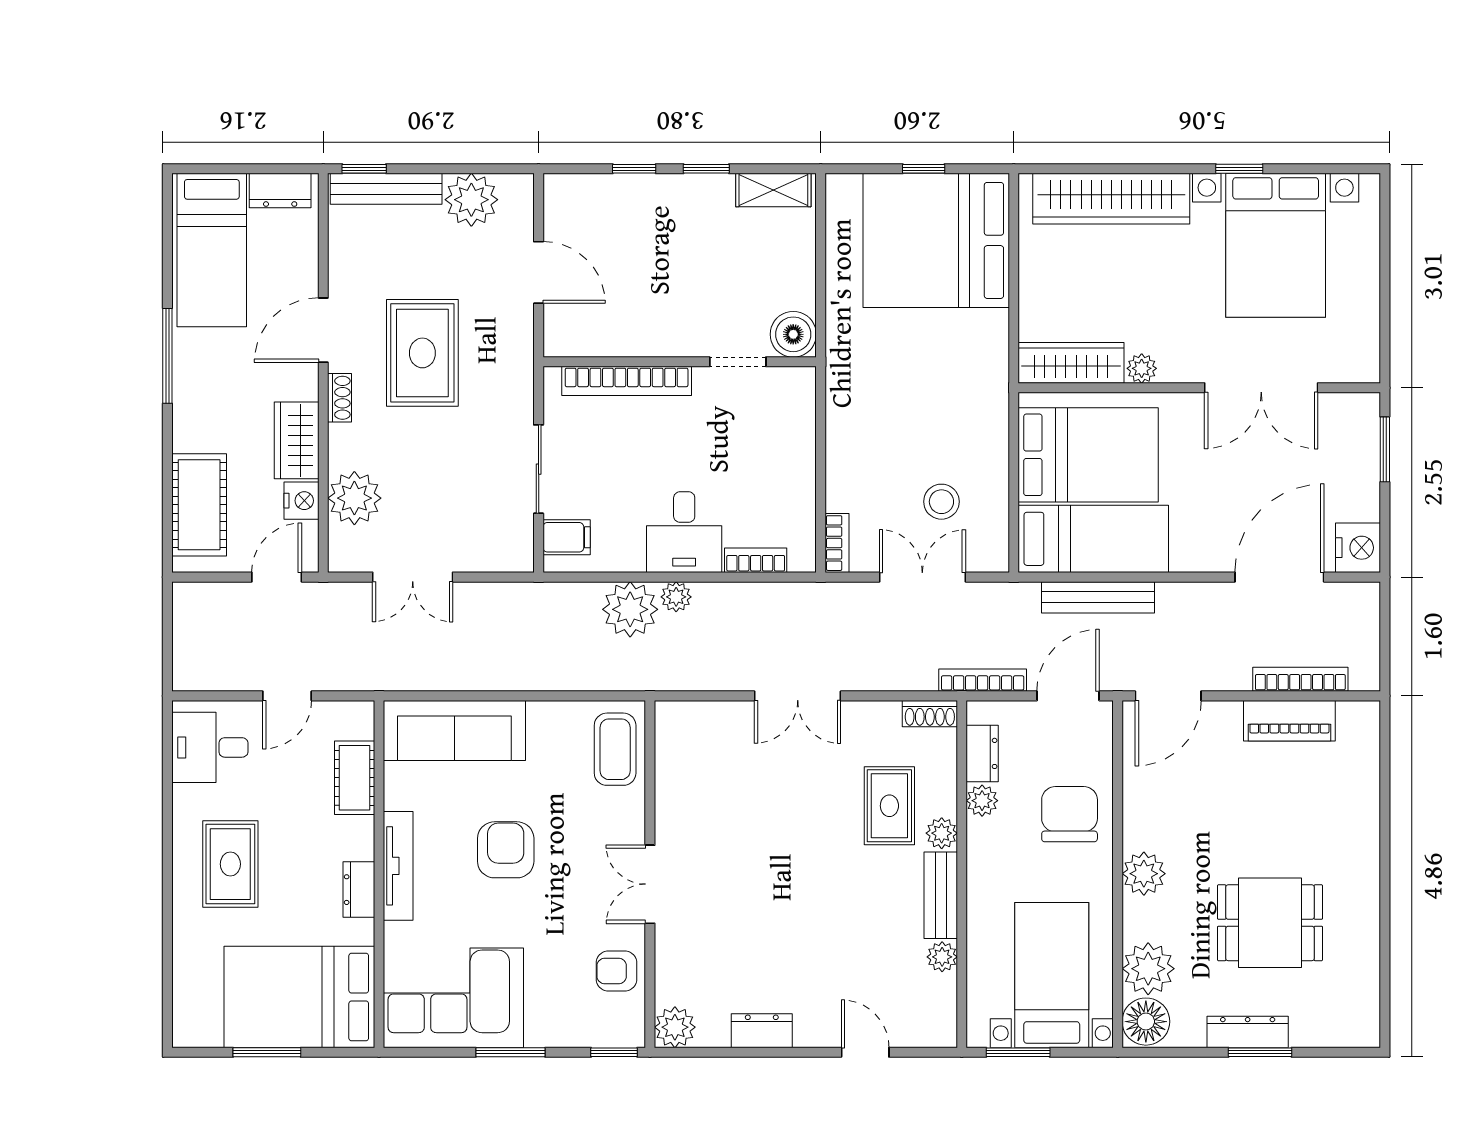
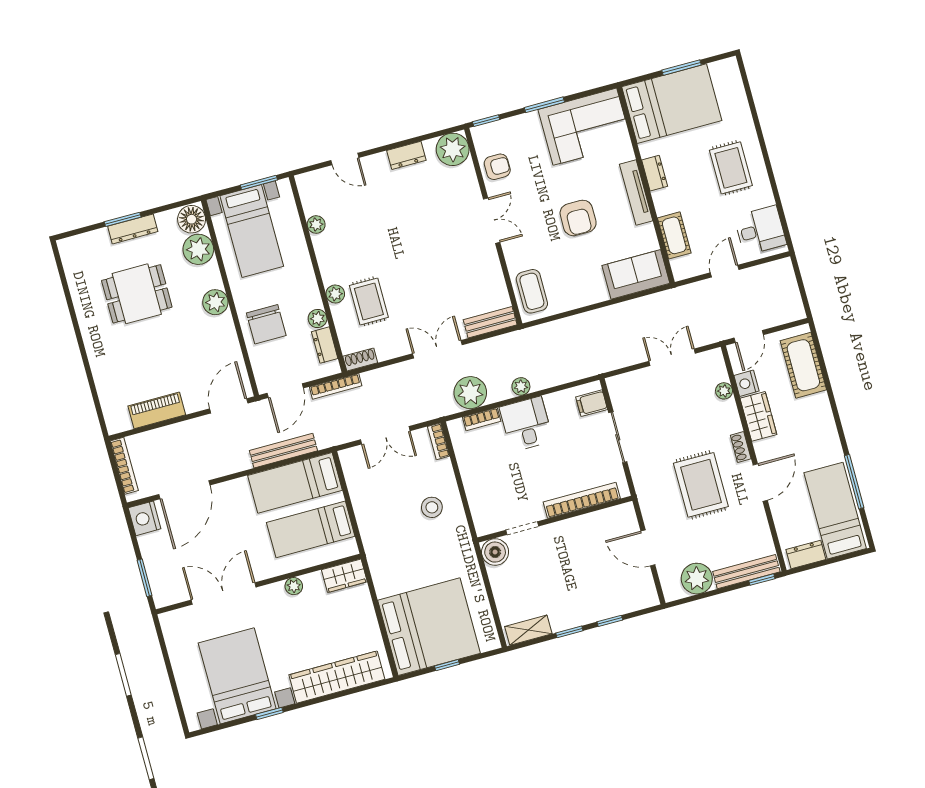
window: (167, 356) -> (854, 482), moved
wardrobe: (1071, 363) -> (344, 576), width x0.67
bed: (1088, 455) -> (311, 529), width x0.67
plant: (354, 498) -> (724, 391), width x0.53, depth x0.53
stool: (941, 502) -> (432, 507), moved
plant: (630, 609) -> (470, 393), moved
bookcase: (1300, 679) -> (124, 466), moved, turned -90
sofa: (454, 730) -> (636, 274), width x0.73
bench: (941, 895) -> (490, 322), moved, turned 90
plant: (675, 1027) -> (453, 149), width x1.36, depth x1.36

